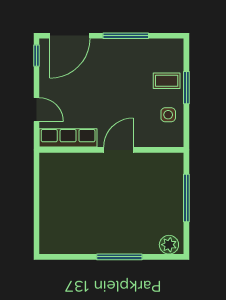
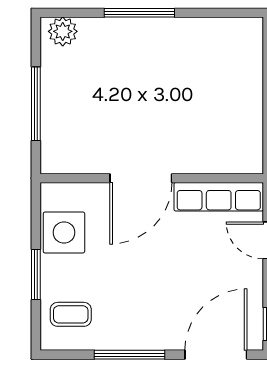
coffee table: (167, 81) -> (71, 314), moved
side table: (168, 115) -> (64, 232), width x1.87, depth x1.87
door: (118, 150) -> (141, 178), width x1.36

